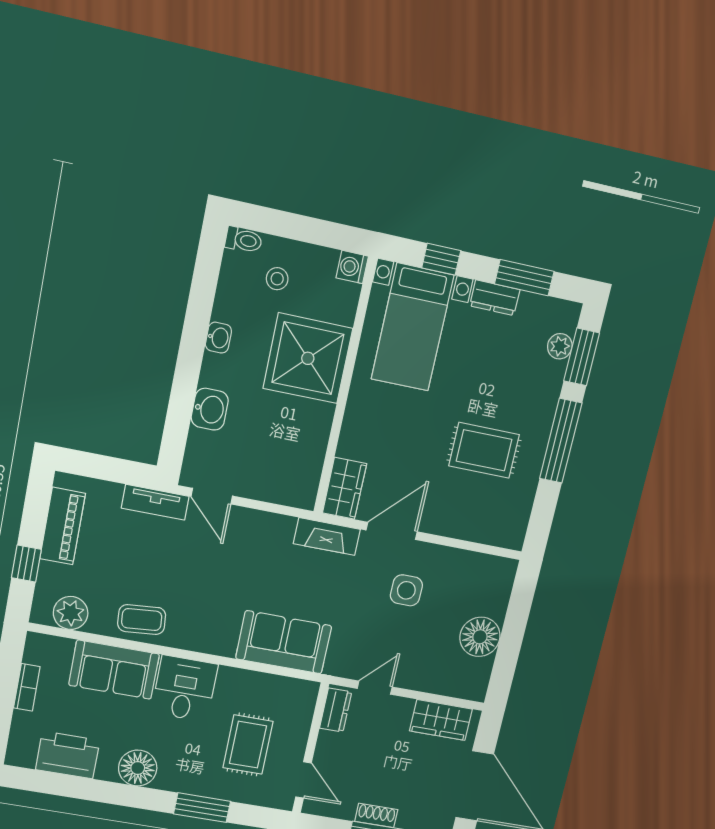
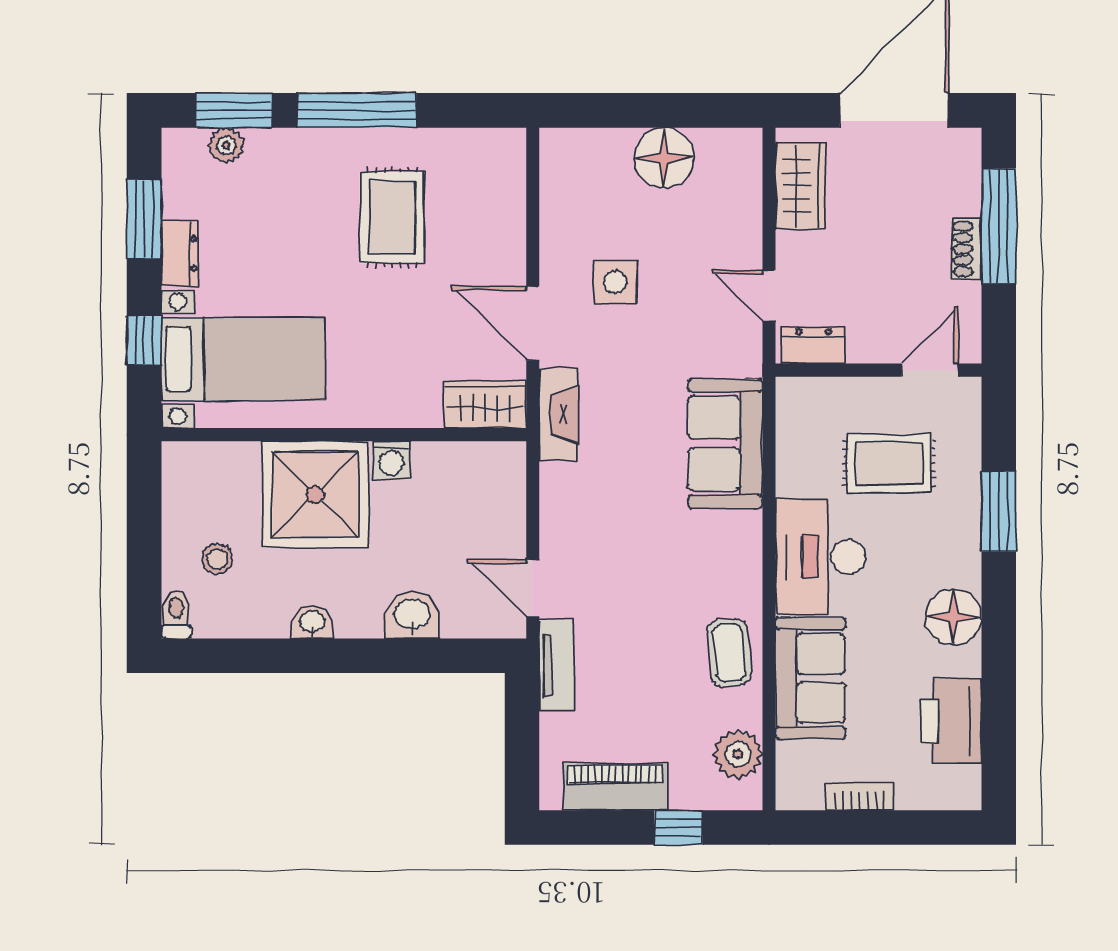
washing machine: (352, 267) -> (391, 460), moved
door: (212, 496) -> (533, 588), swing flipped
desk: (184, 689) -> (821, 557), width x1.37

